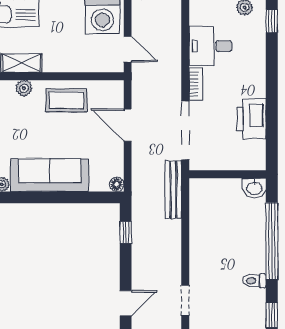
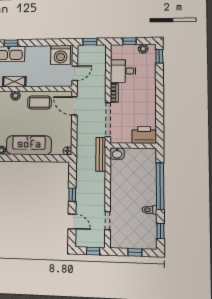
door: (128, 49) -> (75, 73), hinge flipped
printer: (252, 119) -> (144, 135), moved, turned 90
door: (128, 125) -> (74, 106), moved
washbasin: (254, 188) -> (117, 154), moved
window: (126, 232) -> (72, 195), moved
door: (126, 303) -> (72, 221), hinge flipped

